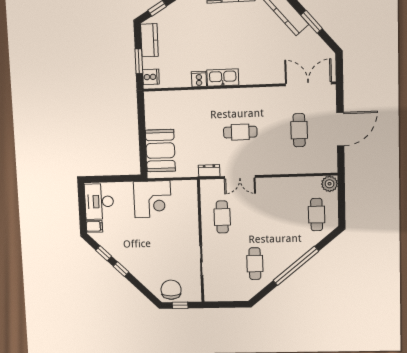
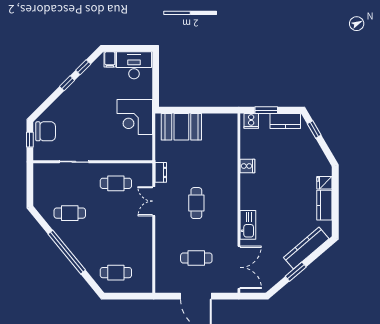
kitchen sink: (223, 78) -> (248, 225), moved
plant: (330, 184) -> (145, 285), removed

